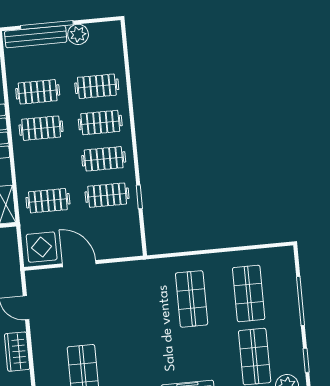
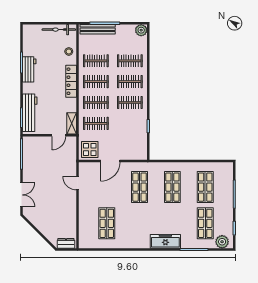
plant: (78, 34) -> (141, 30), moved
clothes rail: (107, 195) -> (96, 103), moved
door: (79, 264) -> (110, 161), swing flipped
shop shelf: (134, 304) -> (140, 187), added
wardrobe: (17, 352) -> (70, 208), removed

